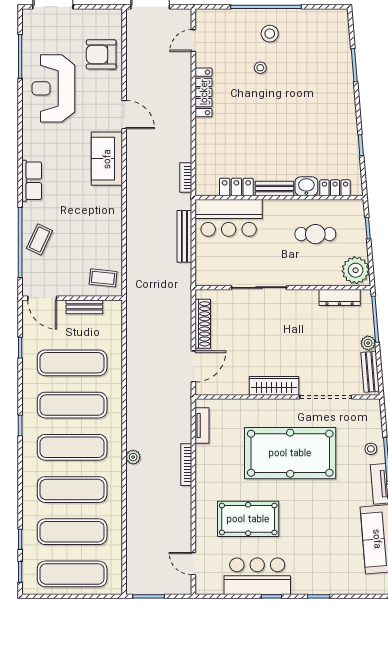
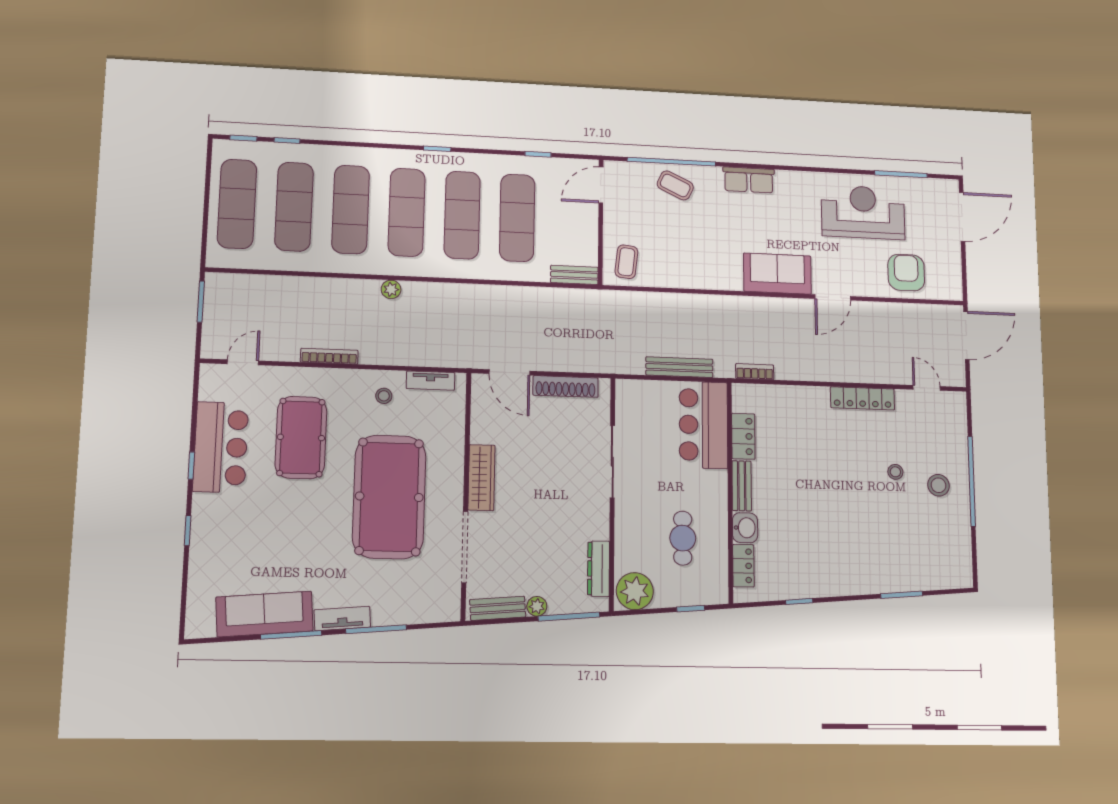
bench: (84, 307) -> (574, 275), moved, turned 90
stool: (371, 449) -> (384, 396), moved
bookcase: (186, 465) -> (329, 356), moved

